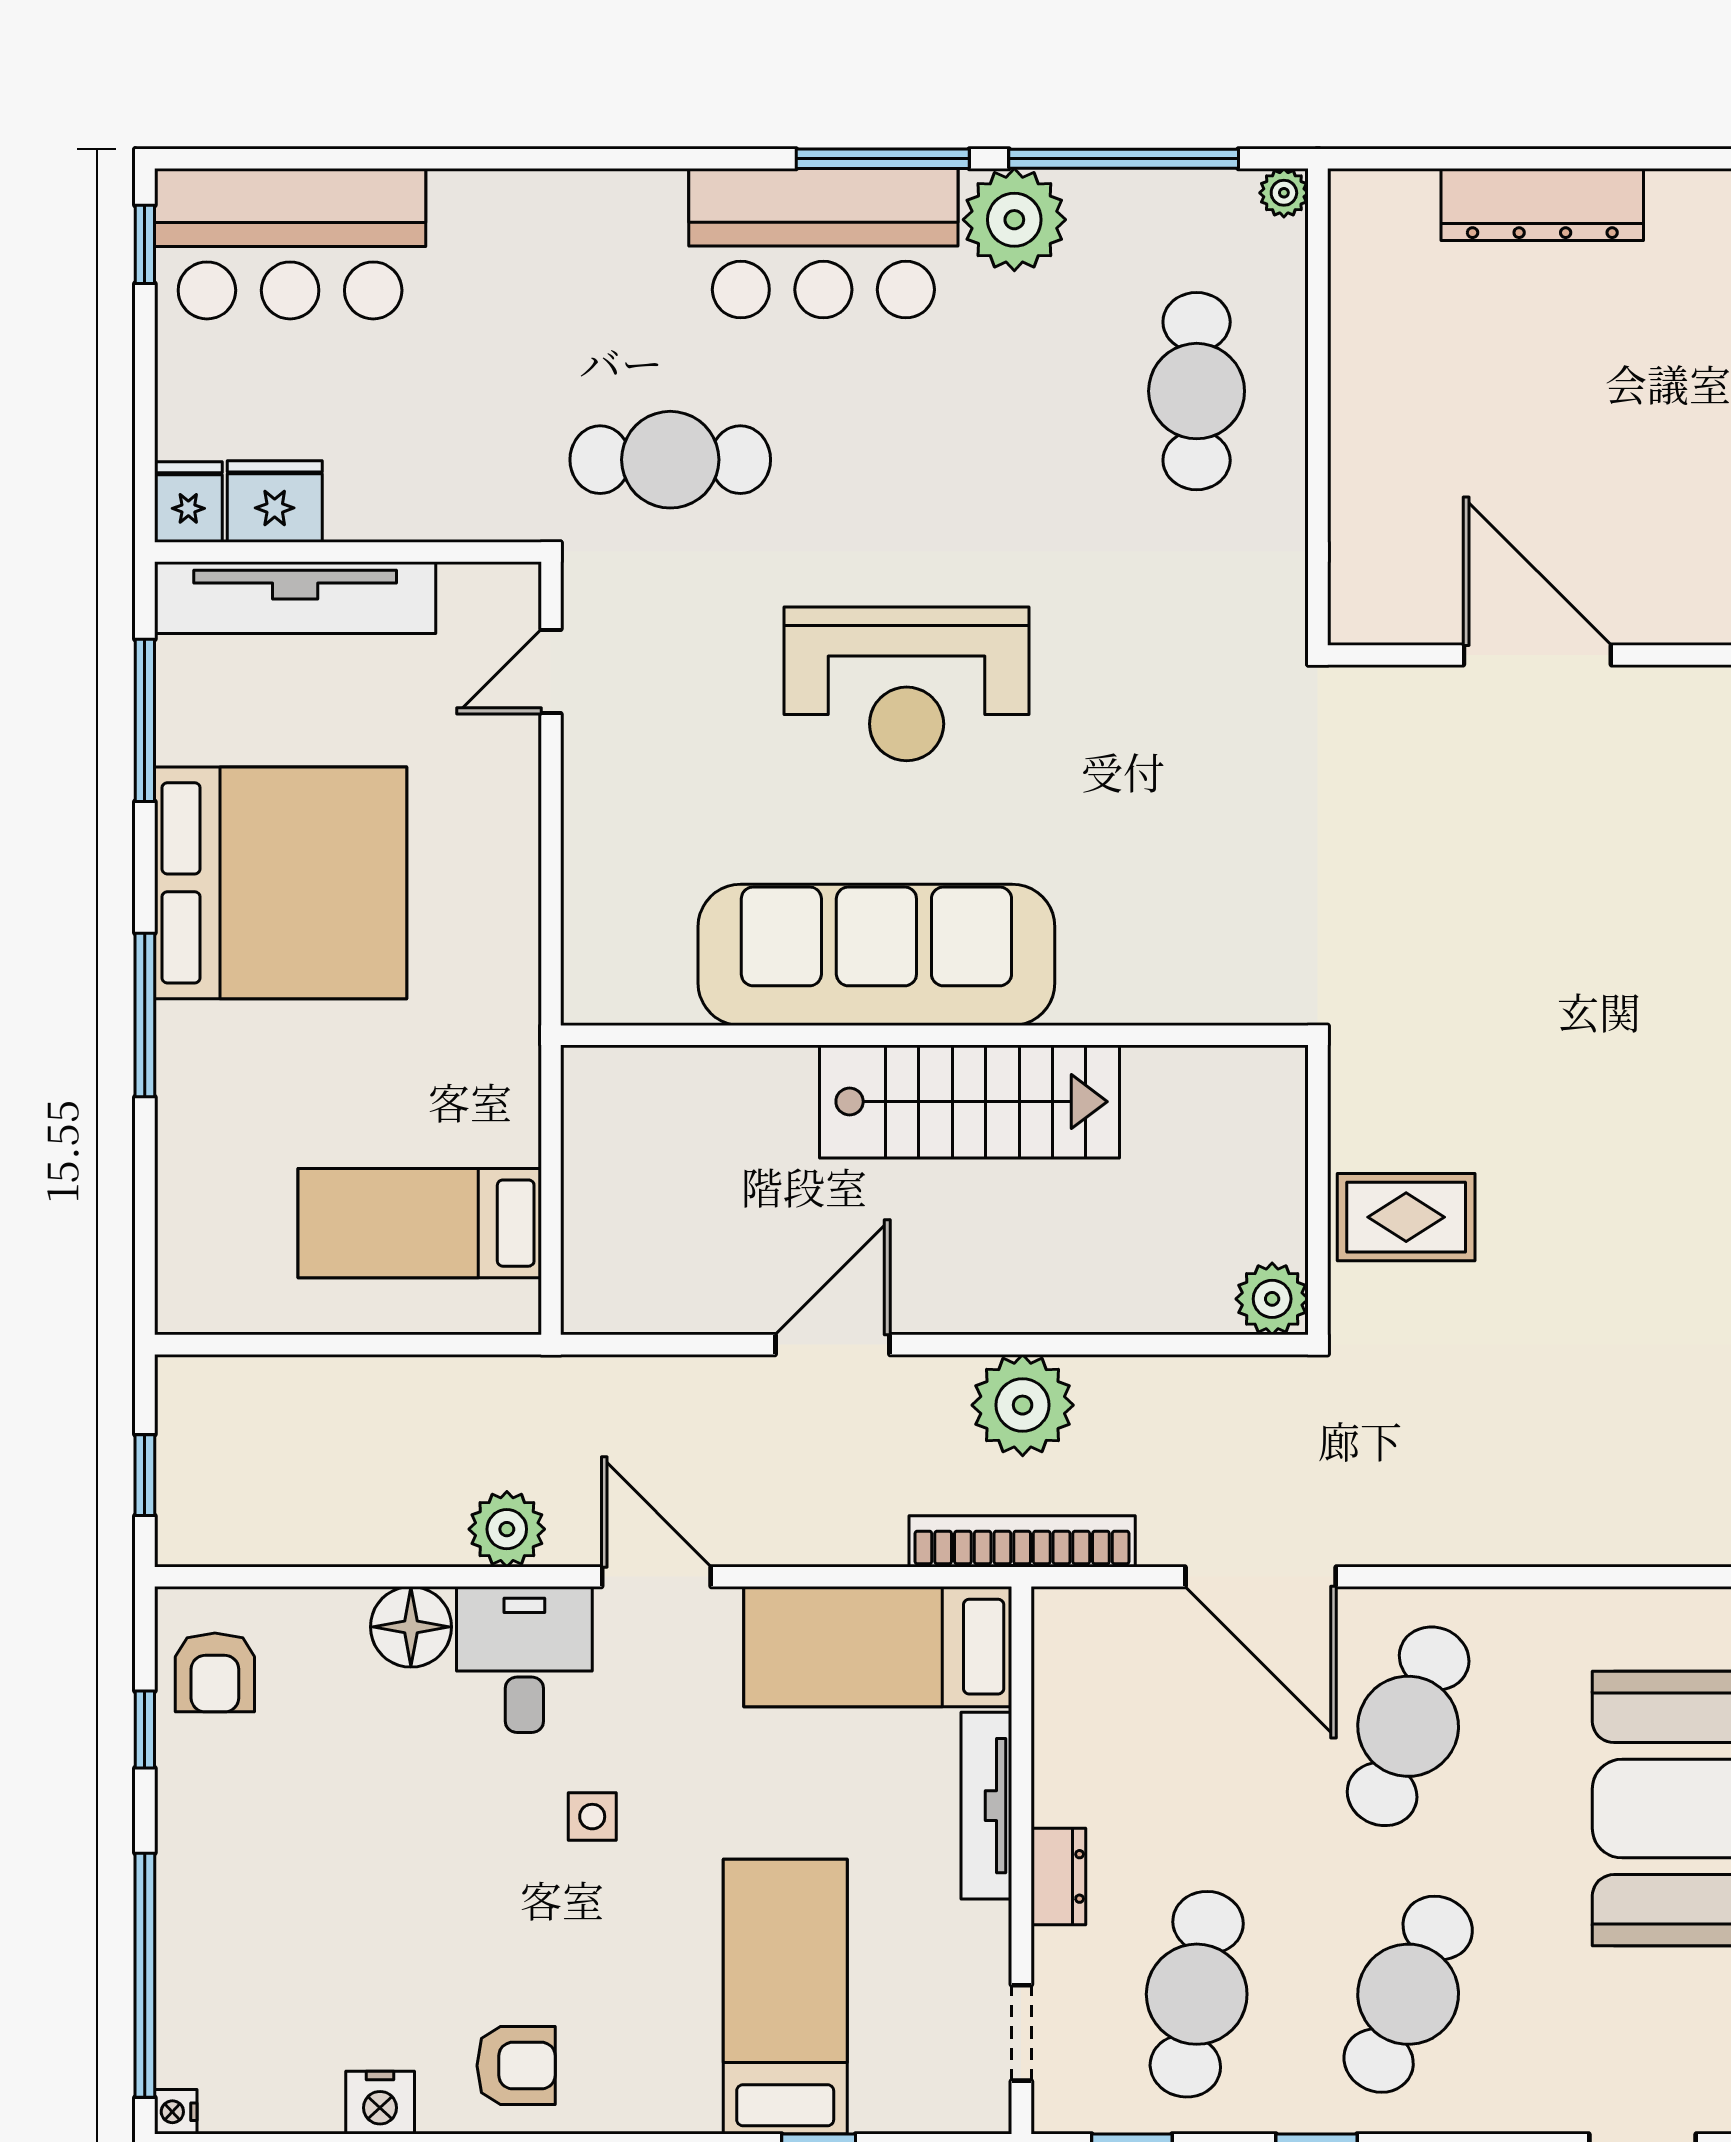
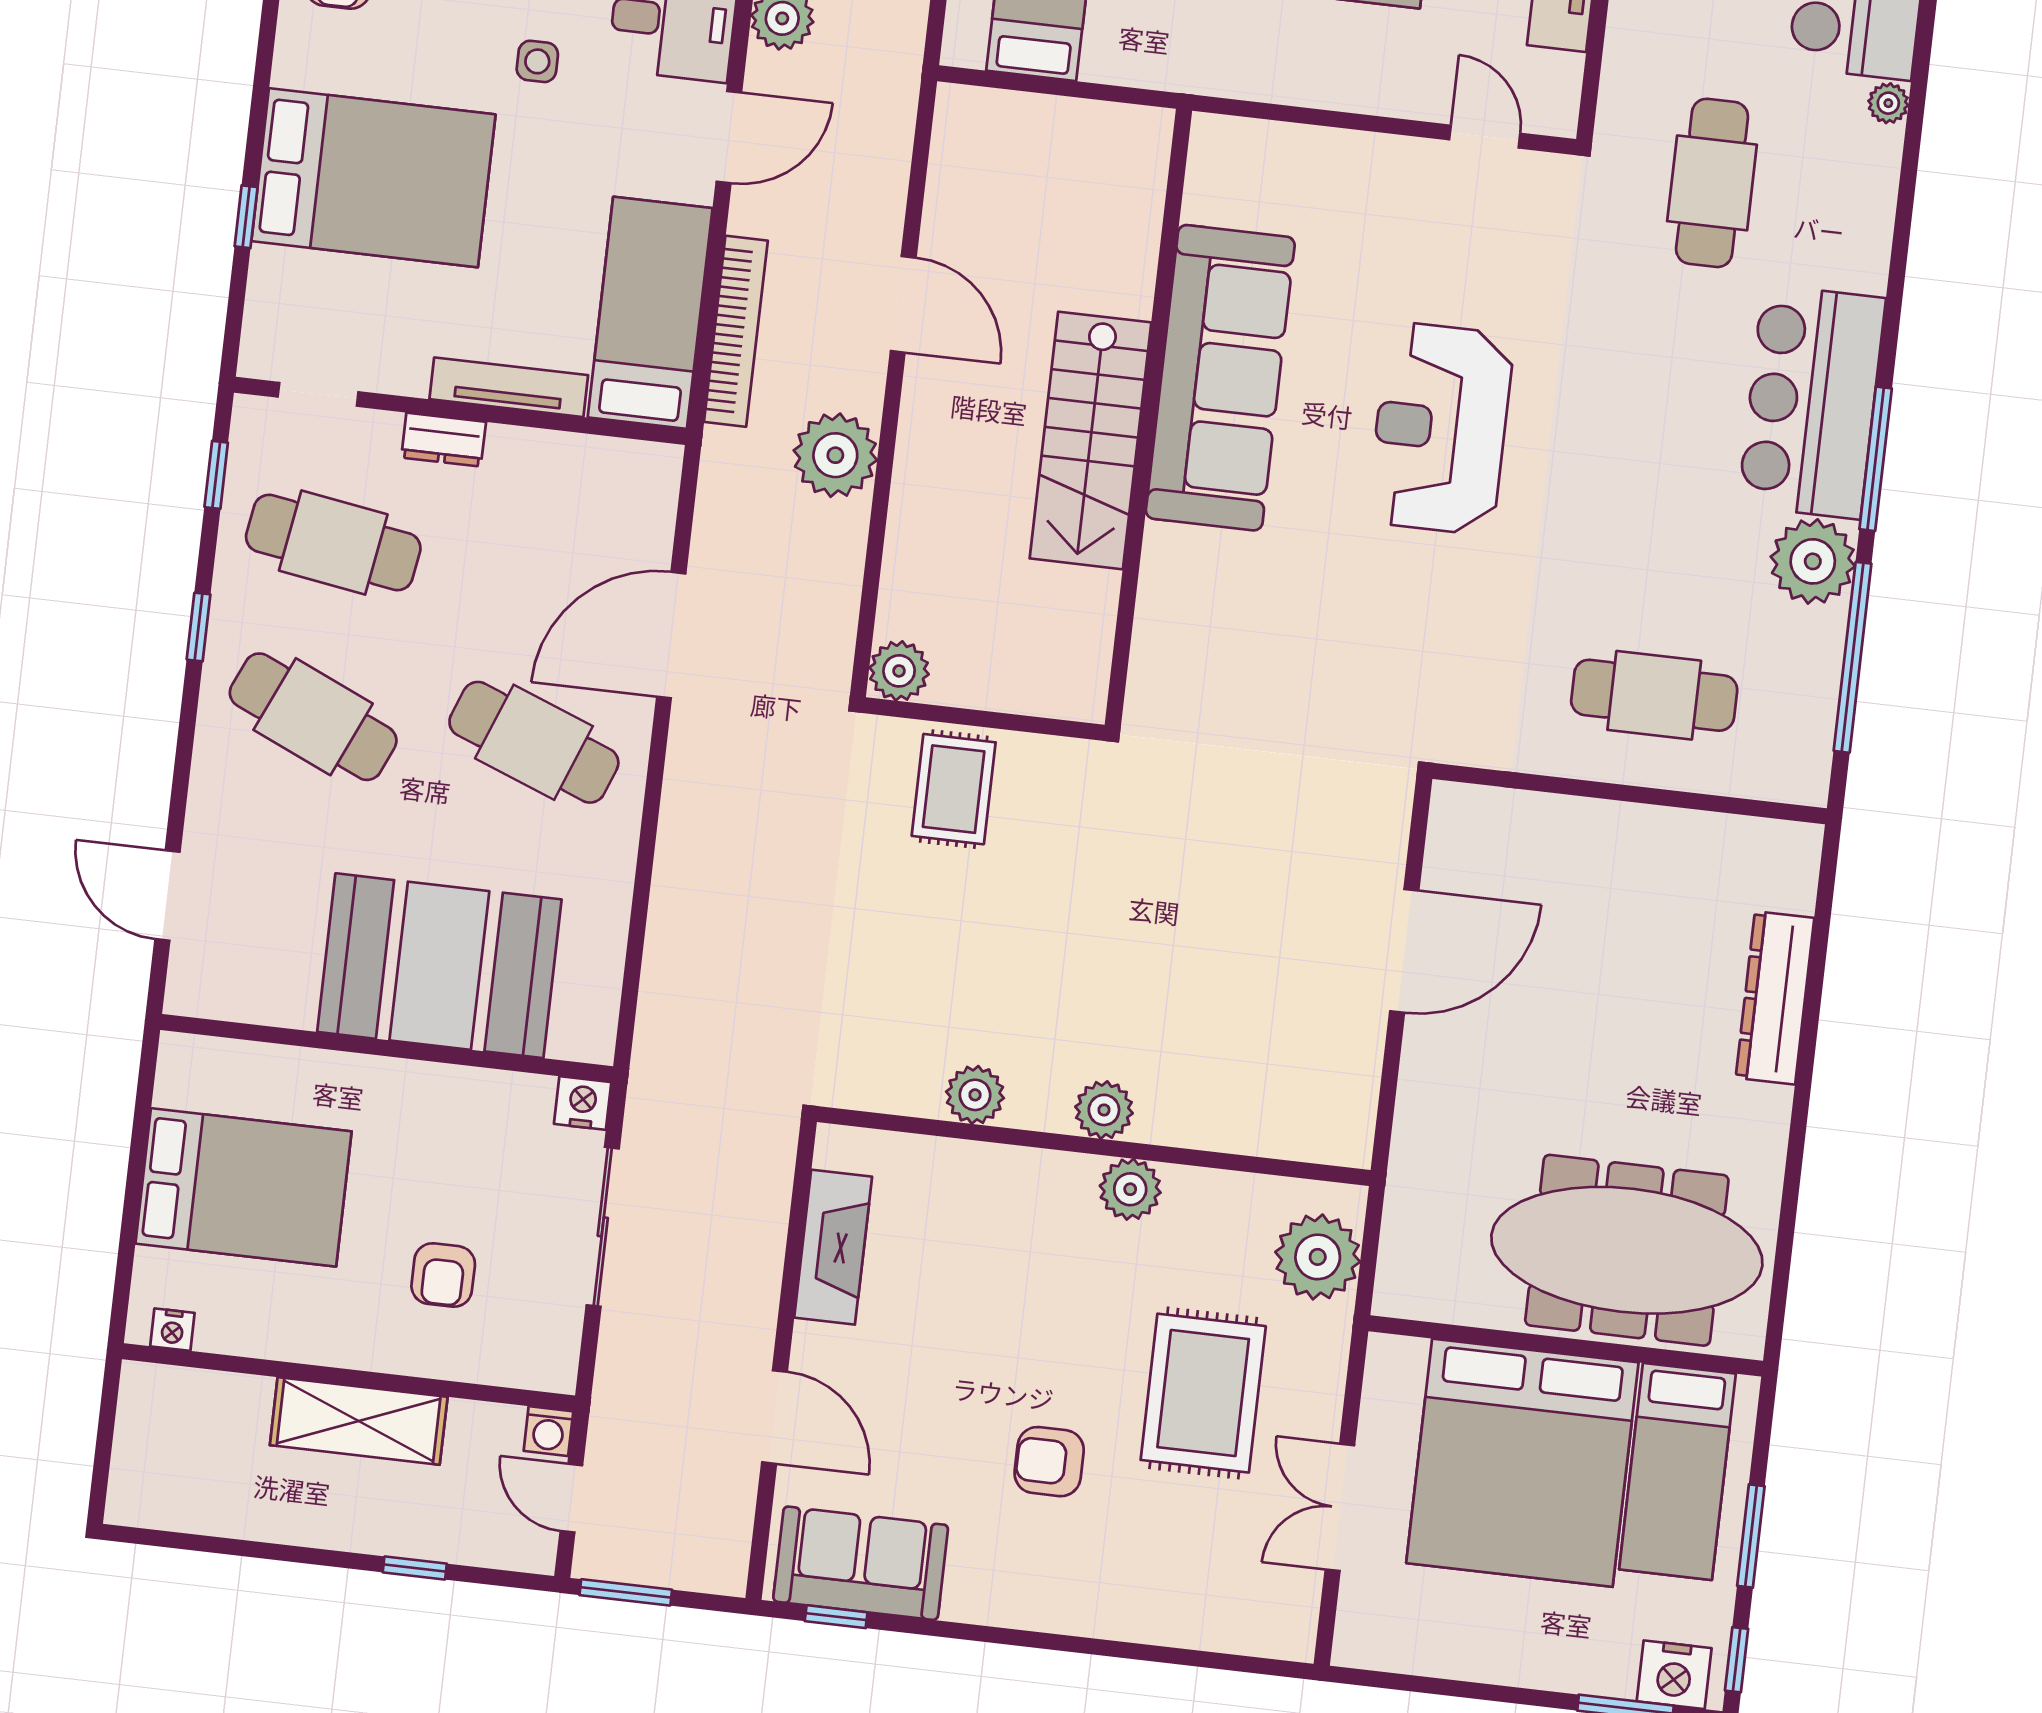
plant: (1284, 193) -> (1888, 103), moved
cafe table: (670, 460) -> (1712, 183), moved
bookcase: (1022, 1541) -> (736, 331), moved
bed: (785, 1997) -> (373, 178), width x1.50

